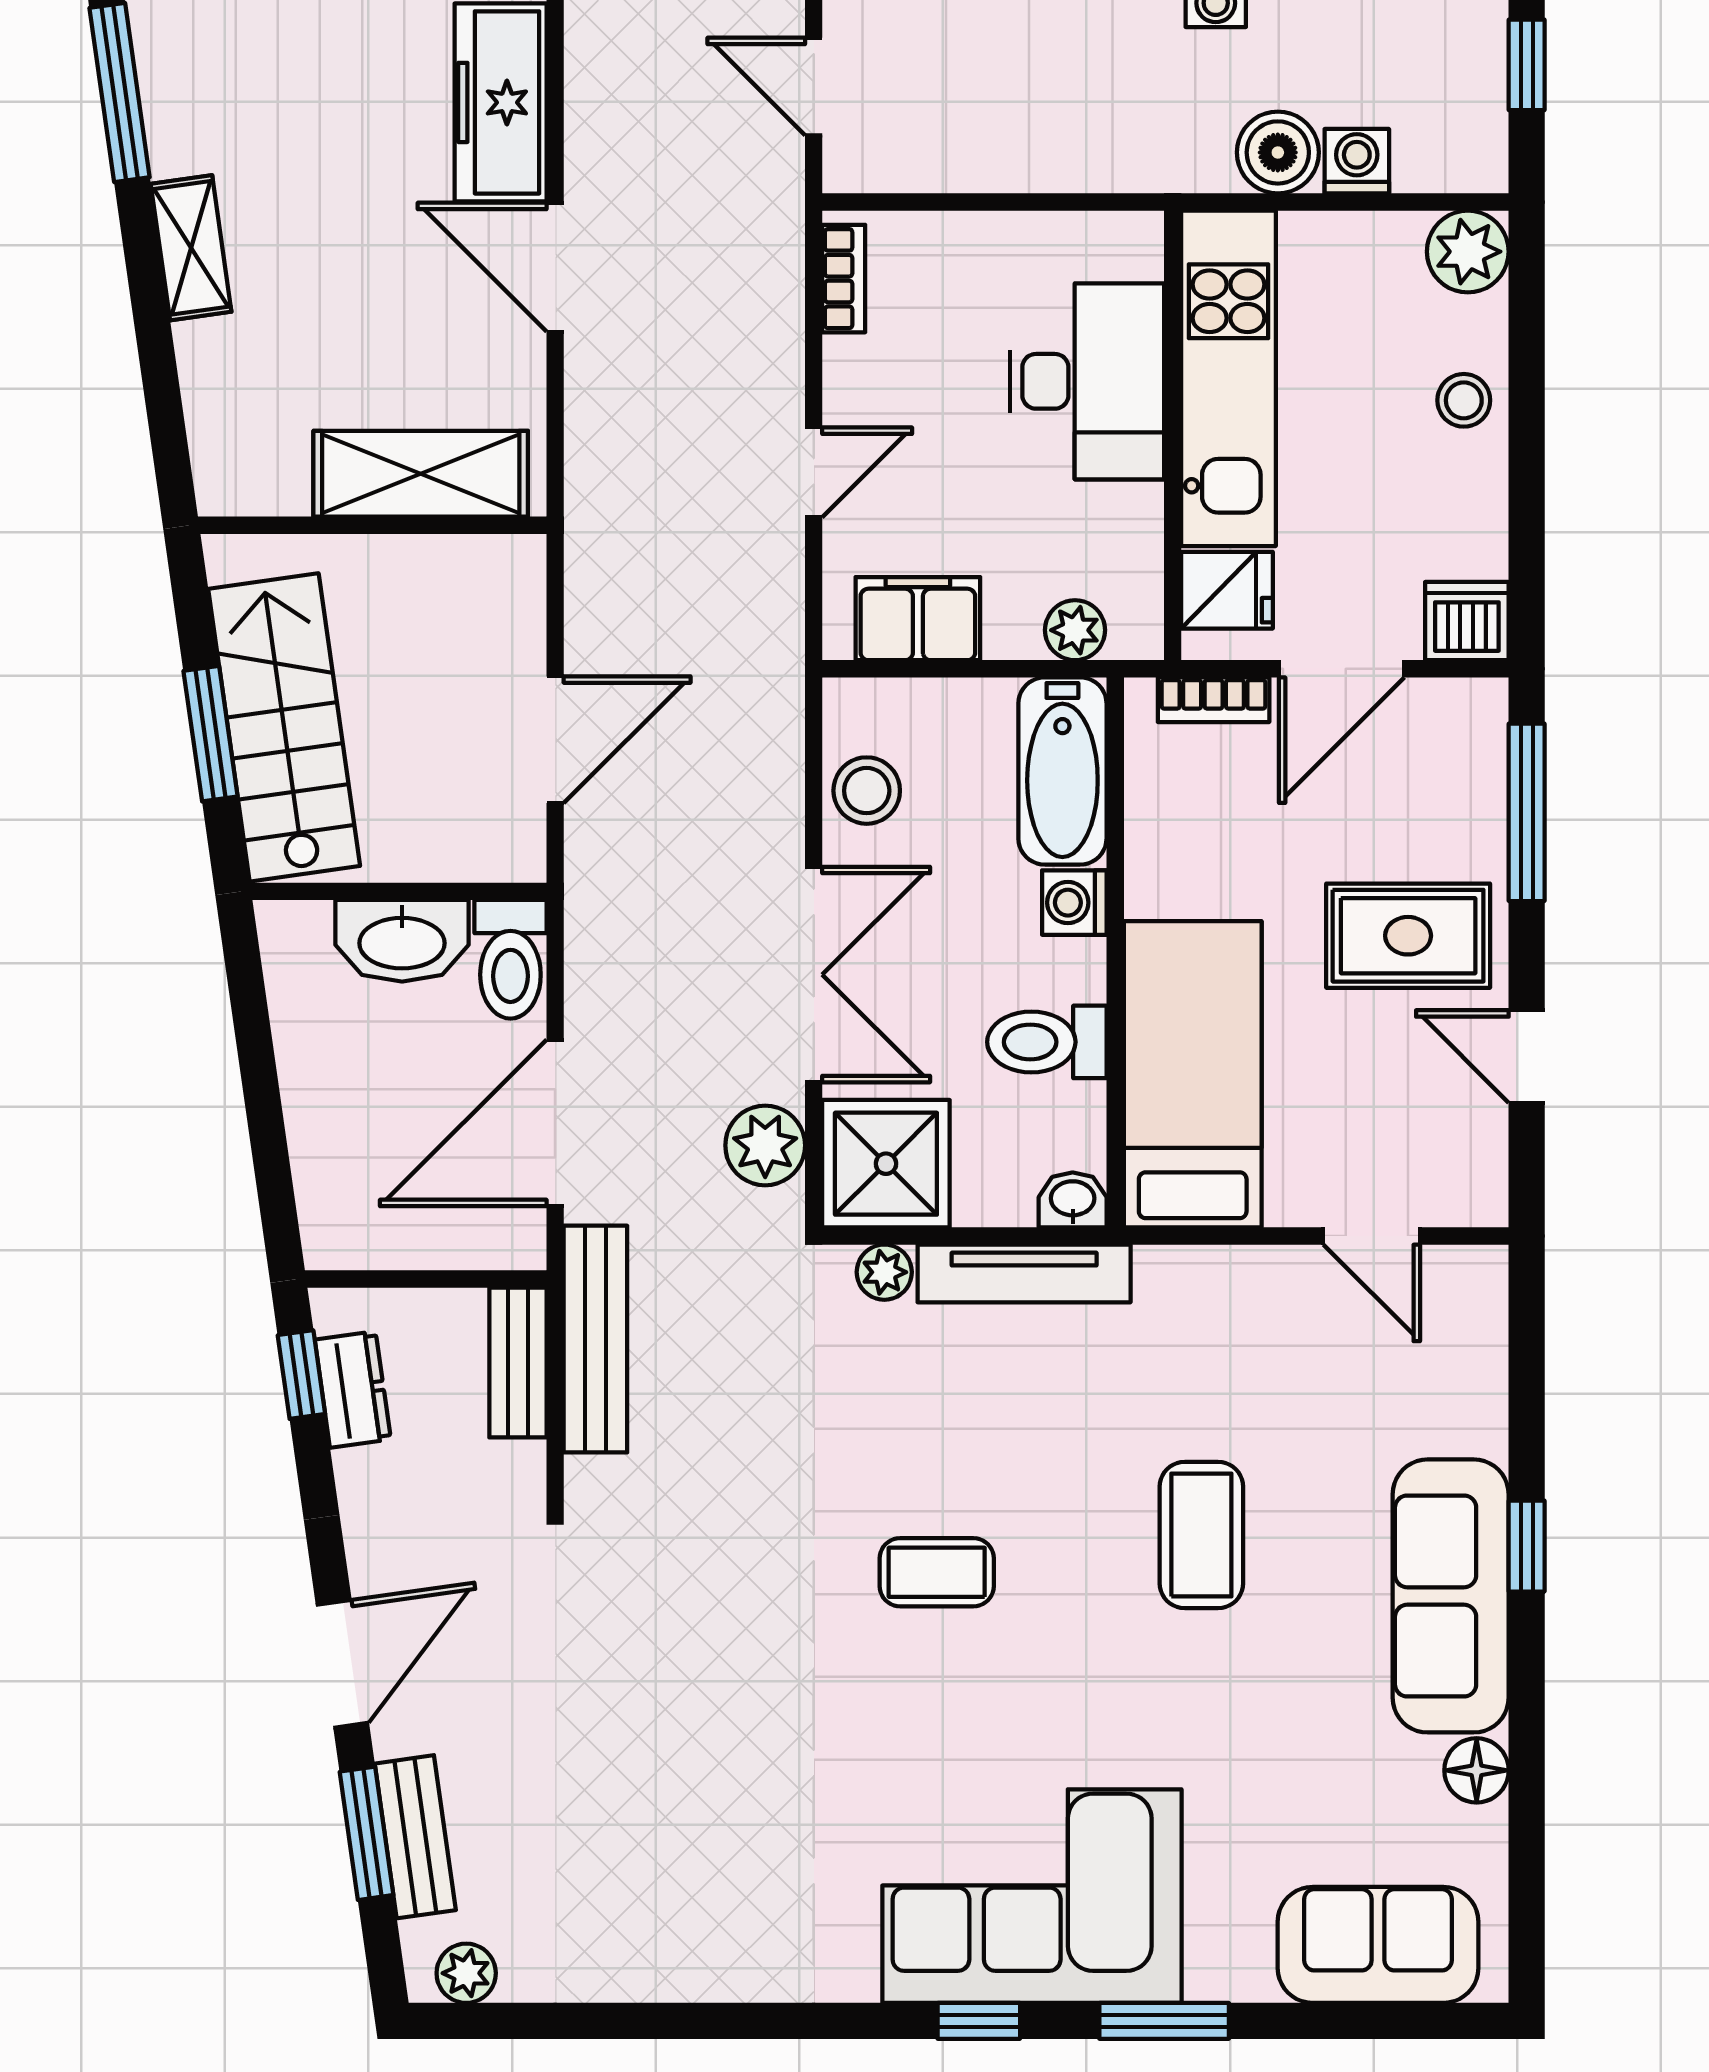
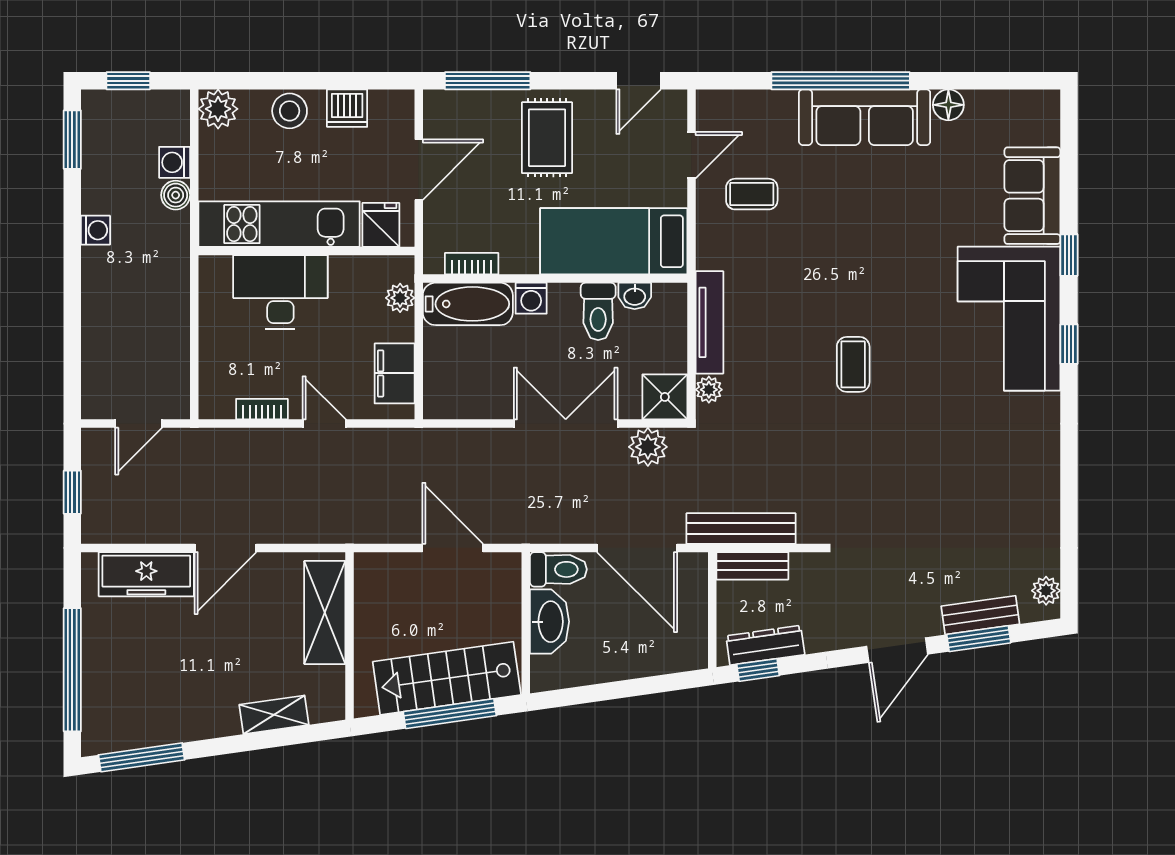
boiler: (1278, 152) -> (176, 195), width x0.73, depth x0.73
shelving: (191, 248) -> (274, 715), moved
bookcase: (844, 279) -> (262, 409), moved
stool: (1464, 400) -> (290, 111), width x1.37, depth x1.37
dishwasher: (1467, 621) -> (347, 108), moved, turned -90
door: (1342, 669) -> (419, 170), hinge flipped
bookcase: (1214, 700) -> (472, 264), moved, turned -90
window: (211, 734) -> (450, 714), width x1.44
stool: (867, 791) -> (477, 398), removed
door: (1527, 1057) -> (639, 81), moved
shower: (886, 1164) -> (665, 397), width x0.73, depth x0.73
washbasin: (1073, 1200) -> (635, 296), moved, turned -90
dresser: (353, 1390) -> (765, 645), width x1.44
coffee table: (1201, 1535) -> (752, 194), moved, width x0.73, depth x0.77
window: (1527, 1546) -> (841, 81), width x3.17
door: (342, 1664) -> (897, 650), swing flipped
sofa: (1378, 1945) -> (1032, 196), moved
window: (1164, 2021) -> (1069, 255), width x0.67

